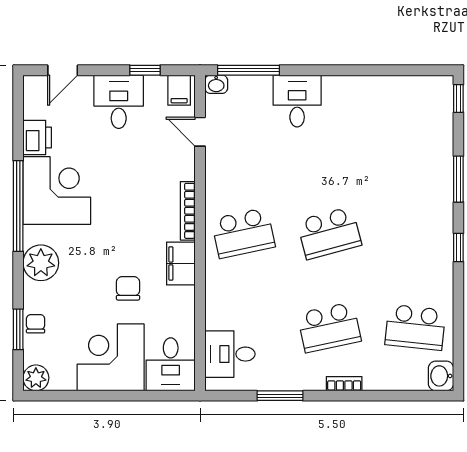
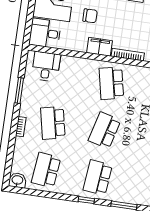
school desk: (329, 233) -> (105, 130), turned 30
school desk: (415, 233) -> (98, 177), added

